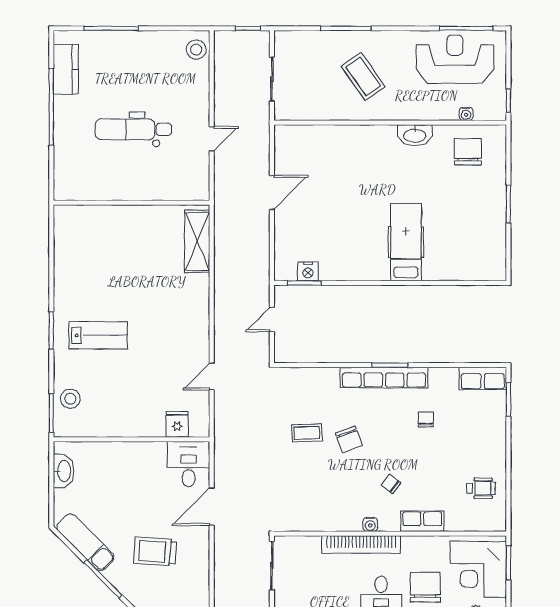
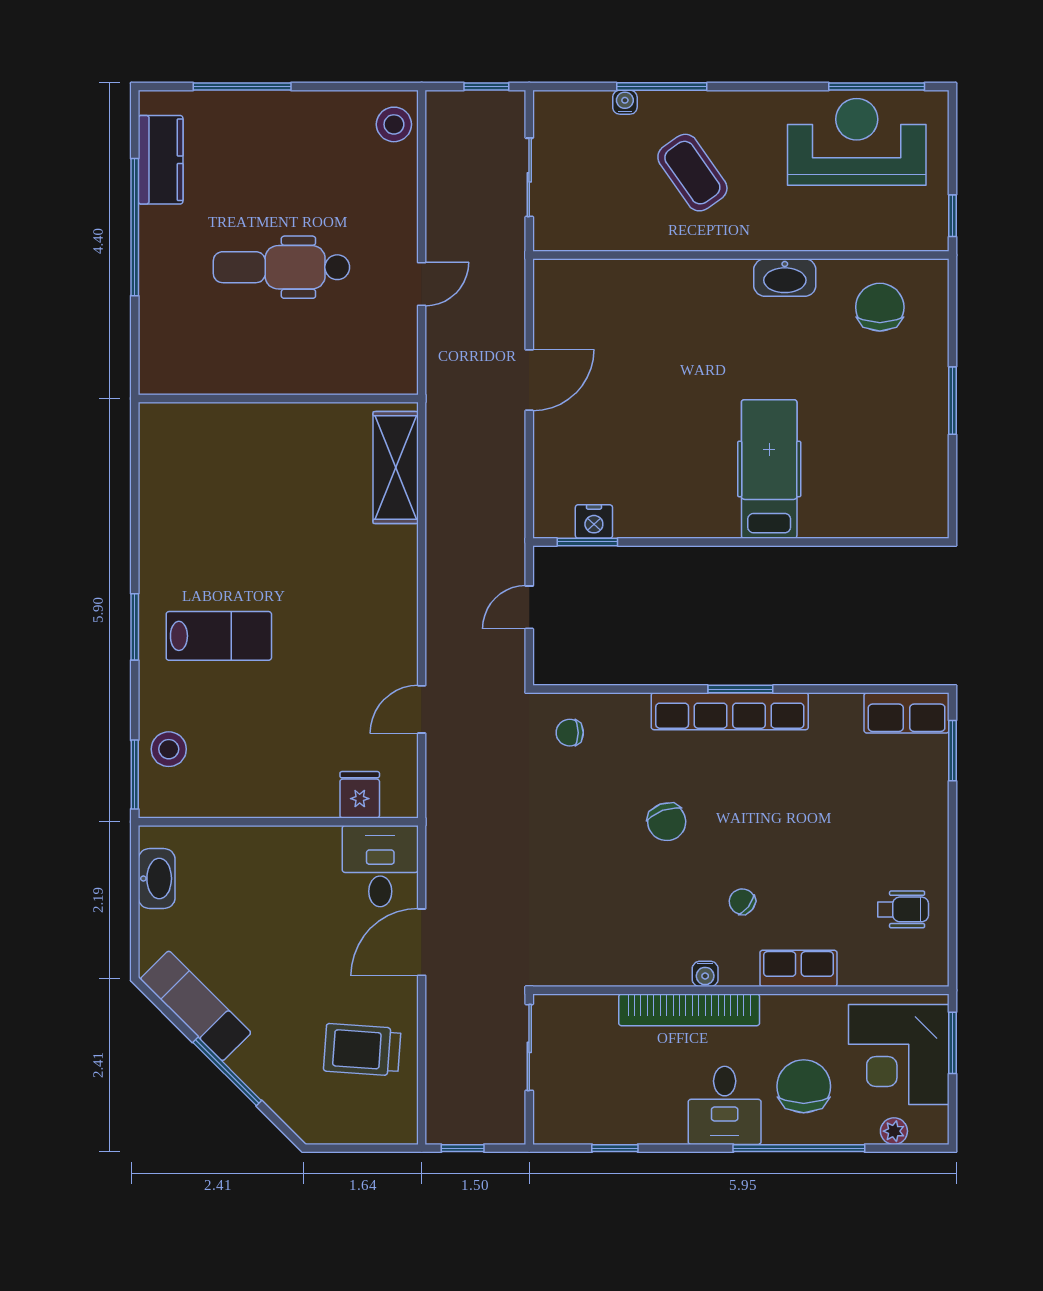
water cooler: (466, 114) -> (625, 102), moved, turned 180
chair: (426, 420) -> (570, 733), moved, turned -90
coffee table: (307, 433) -> (592, 810), removed
trolley: (155, 552) -> (362, 1050), moved

